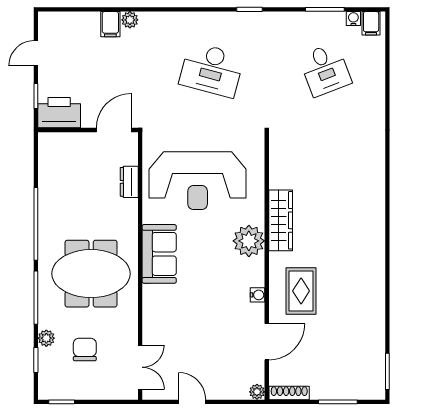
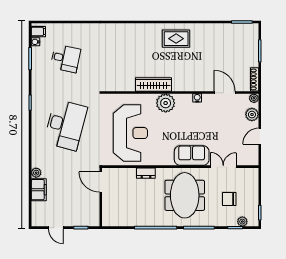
filing cabinet: (110, 24) -> (39, 190), width x2.00
desk: (212, 70) -> (65, 125), width x1.36, depth x1.30
desk: (325, 70) -> (65, 58), turned 33
printer: (59, 113) -> (91, 214), removed
dresser: (129, 182) -> (146, 173), moved
sofa: (159, 254) -> (192, 156), moved
rug: (301, 291) -> (176, 39), moved
plant: (46, 338) -> (242, 222), moved
double door: (140, 367) -> (223, 167), moved
plant: (229, 389) -> (252, 115), added

